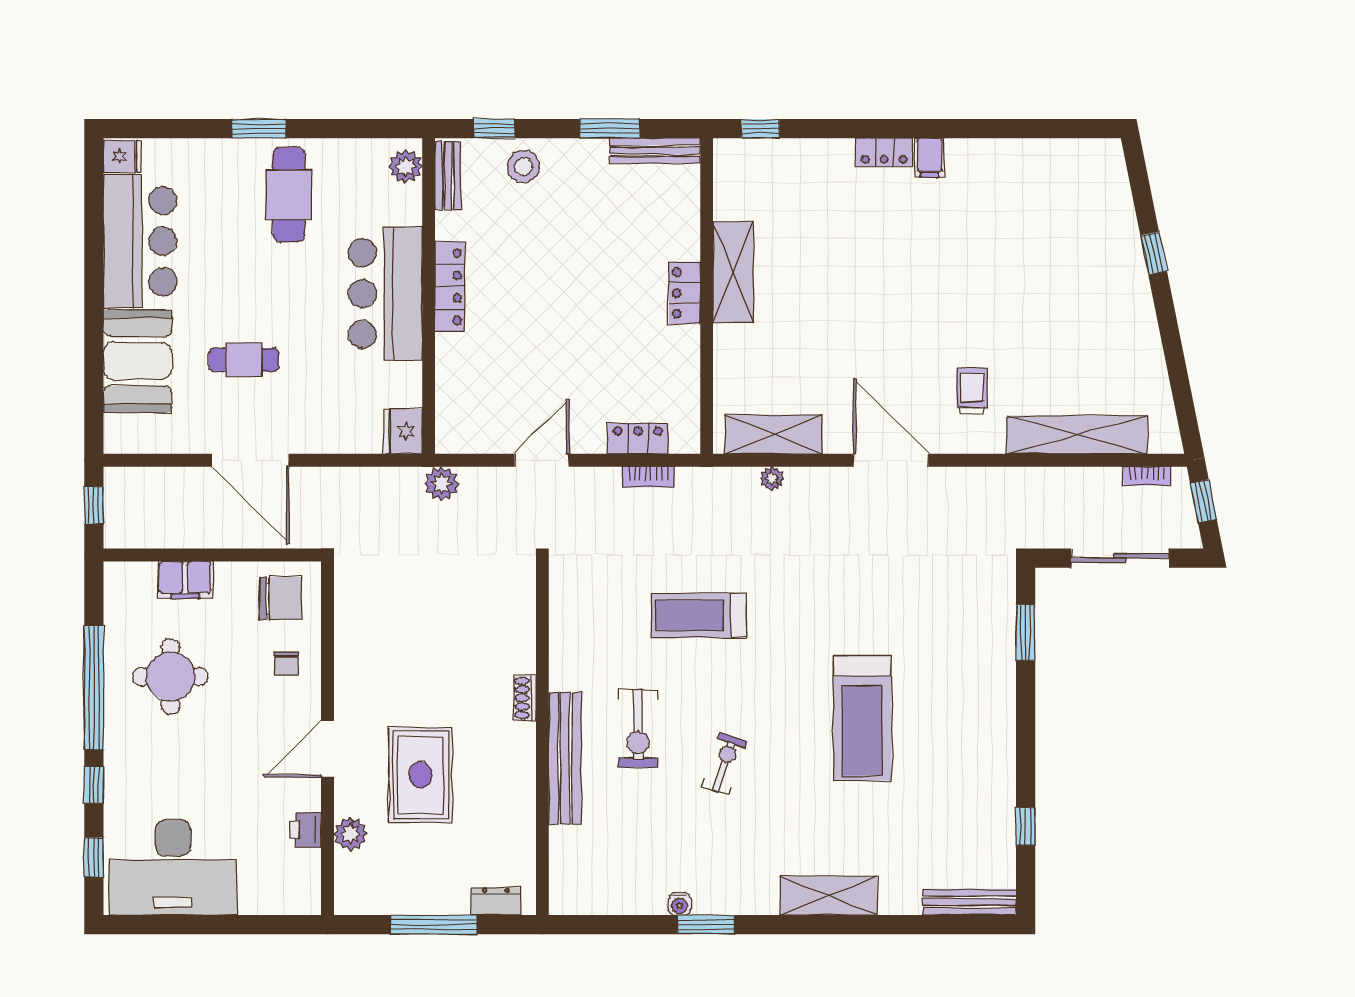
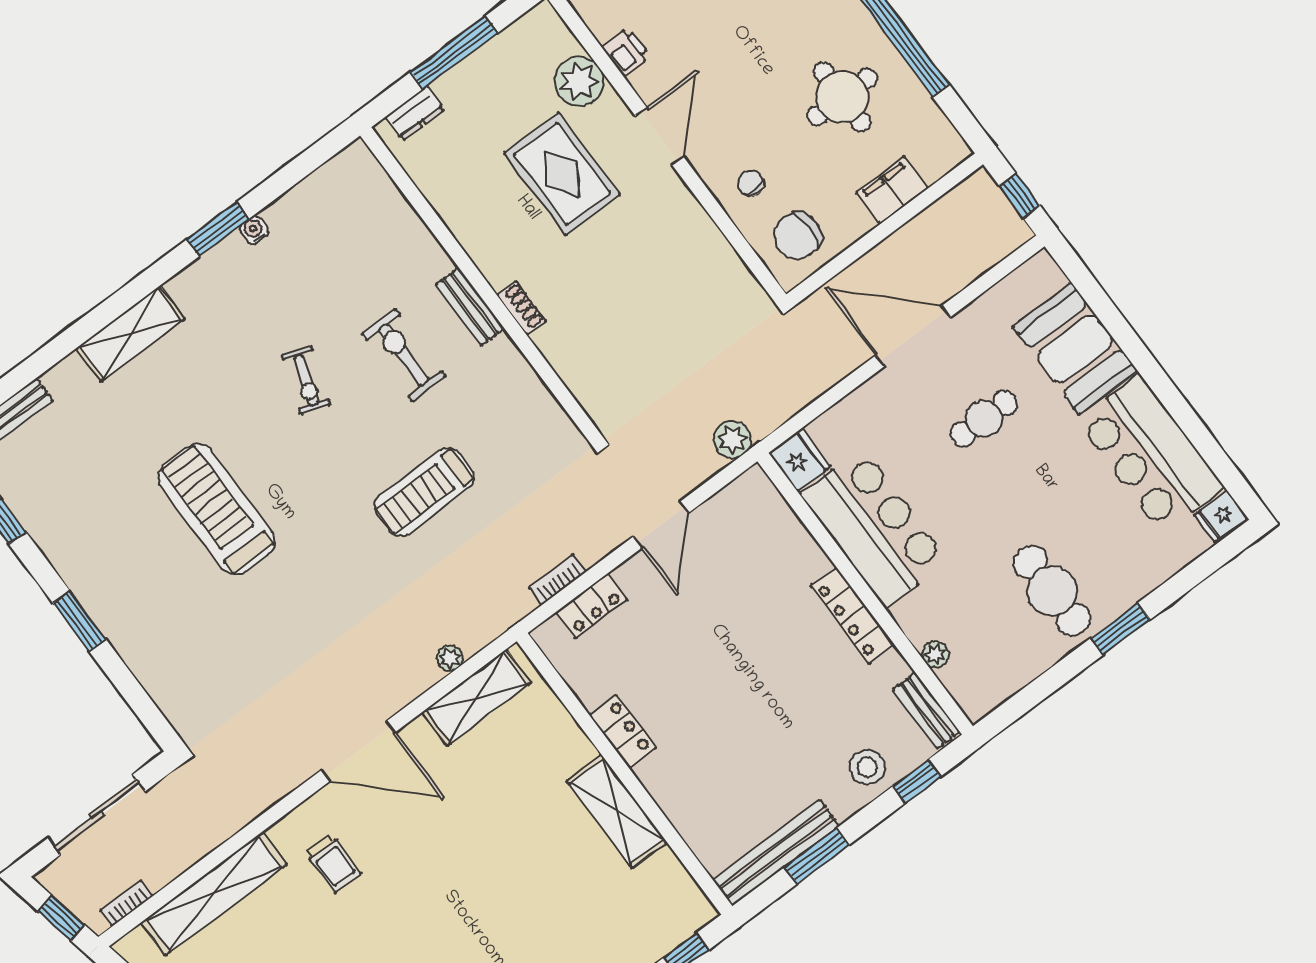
bench: (655, 151) -> (776, 853), width x1.37, depth x1.21
plant: (406, 166) -> (935, 654), moved, width x0.73, depth x0.73
locker: (685, 293) -> (623, 731), moved
bar counter: (385, 294) -> (874, 528), moved
treadmill: (699, 616) -> (424, 492), turned 180
window: (1026, 633) -> (80, 621), moved
bench: (565, 758) -> (470, 307), width x0.54, depth x0.82
plant: (351, 834) -> (579, 81), width x1.36, depth x1.36

